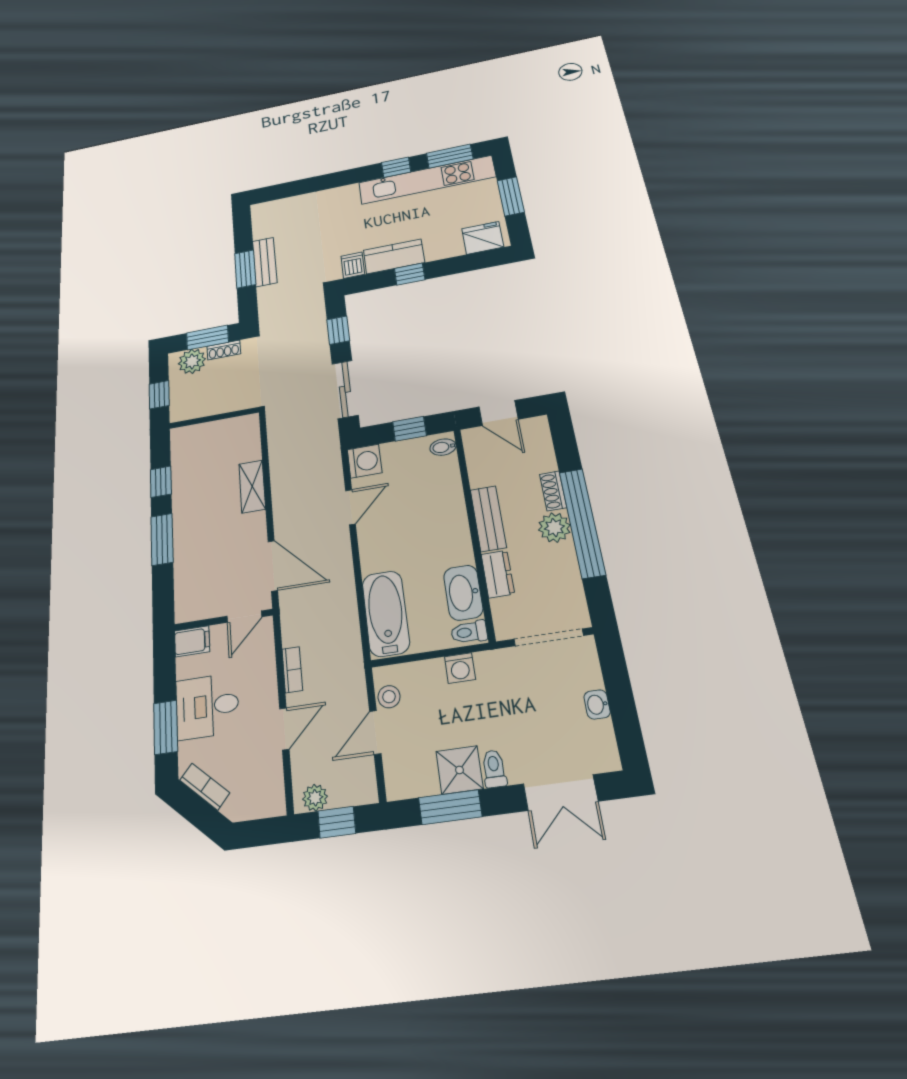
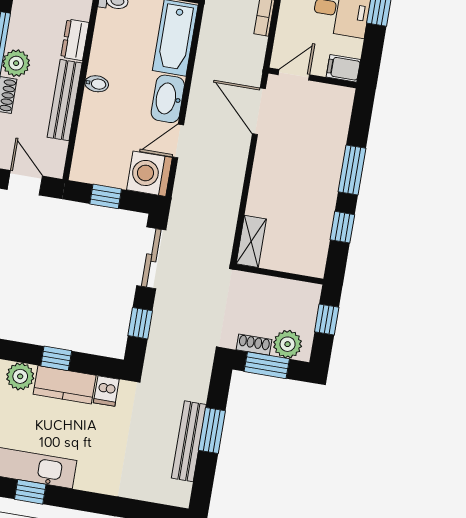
plant: (439, 248) -> (20, 376), added
bench: (265, 262) -> (189, 441), width x1.36
bidet: (443, 447) -> (97, 84), moved
washing machine: (365, 461) -> (149, 174), width x1.37, depth x1.37
shelving: (252, 486) -> (251, 241), moved
bench: (488, 519) -> (65, 100), width x1.36
washbasin: (463, 593) -> (168, 99), moved, turned 180

